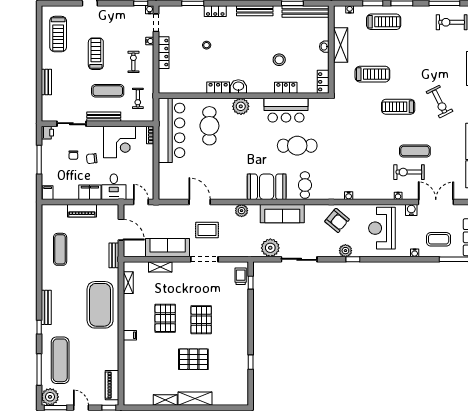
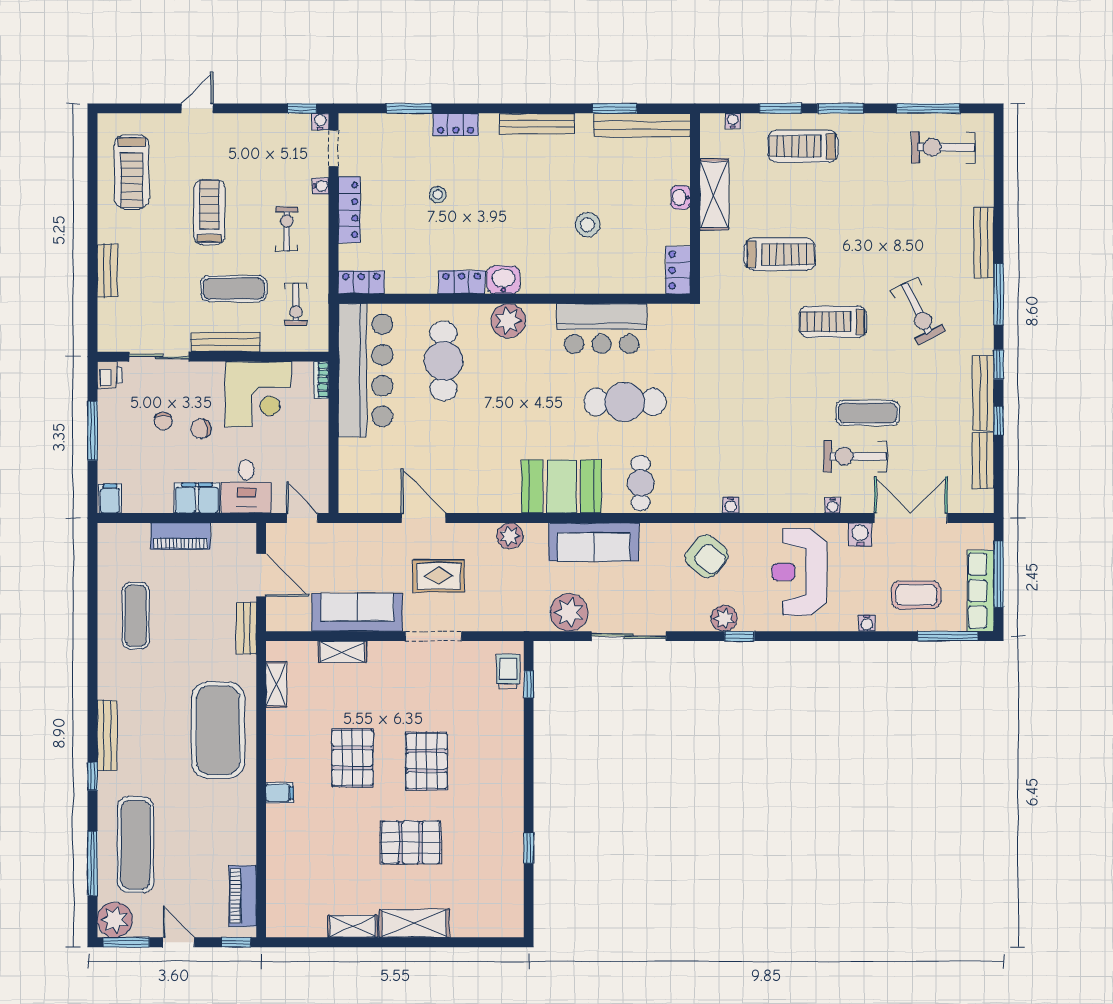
treadmill: (384, 22) -> (803, 146), turned 180
locker: (286, 88) -> (361, 282), moved

